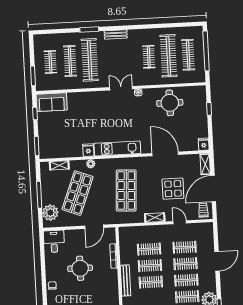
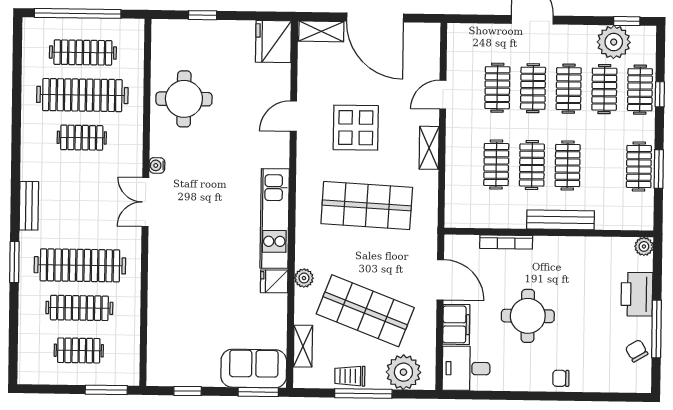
sofa: (52, 102) -> (254, 369), moved, turned -90
fridge: (204, 144) -> (273, 42), width x1.88, depth x1.34
door: (165, 154) -> (293, 116), width x0.53
display table: (173, 189) -> (356, 128), moved
trolley: (203, 210) -> (350, 376), moved
filing cabinet: (74, 236) -> (456, 324), added

